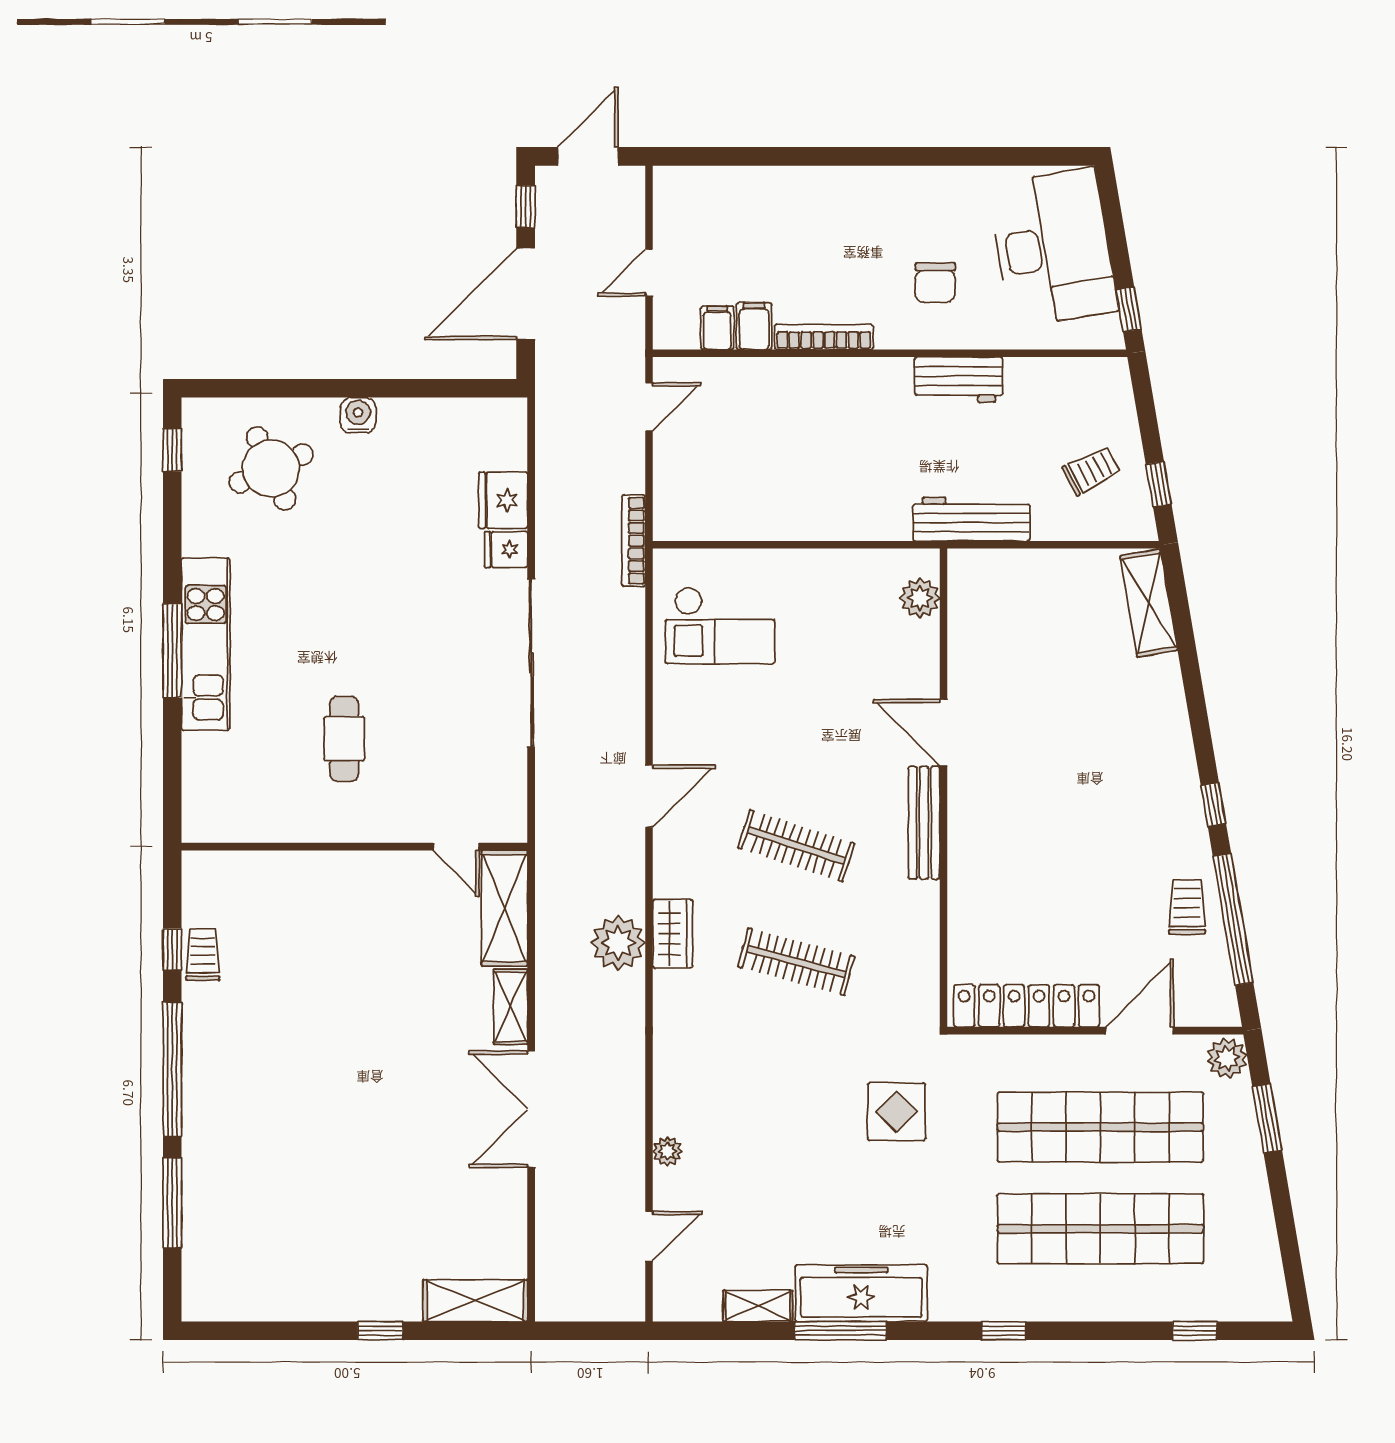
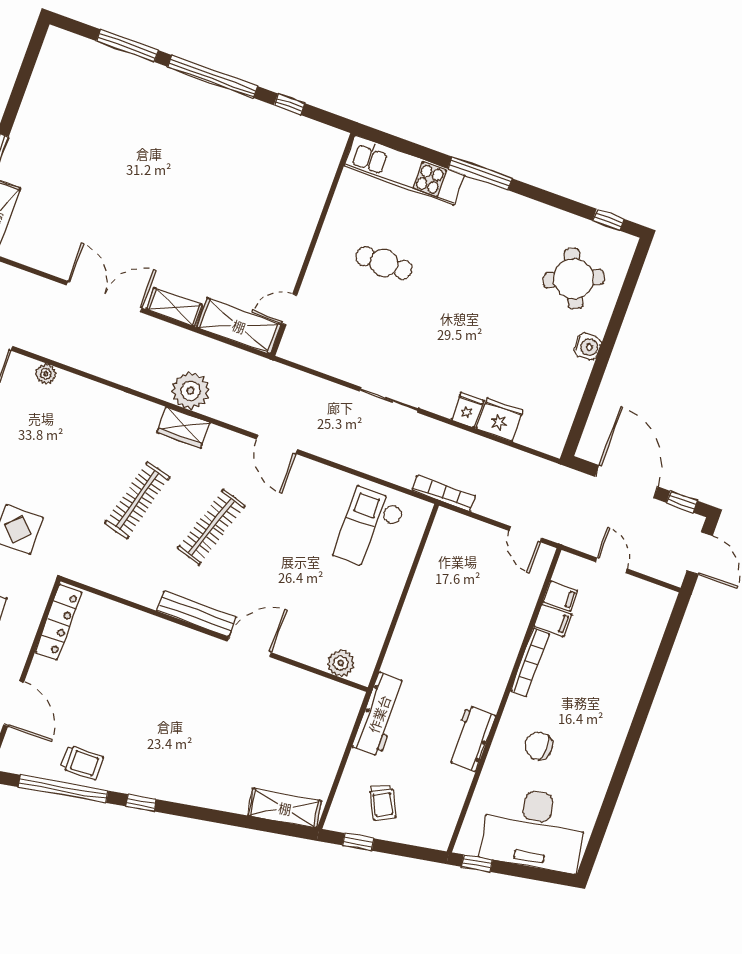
kitchen unit: (206, 644) -> (405, 170), moved
sliding door: (531, 663) -> (389, 400), width x0.54
trolley: (203, 955) -> (279, 123), removed
locker: (1027, 1006) -> (58, 622), width x0.71, depth x0.83

